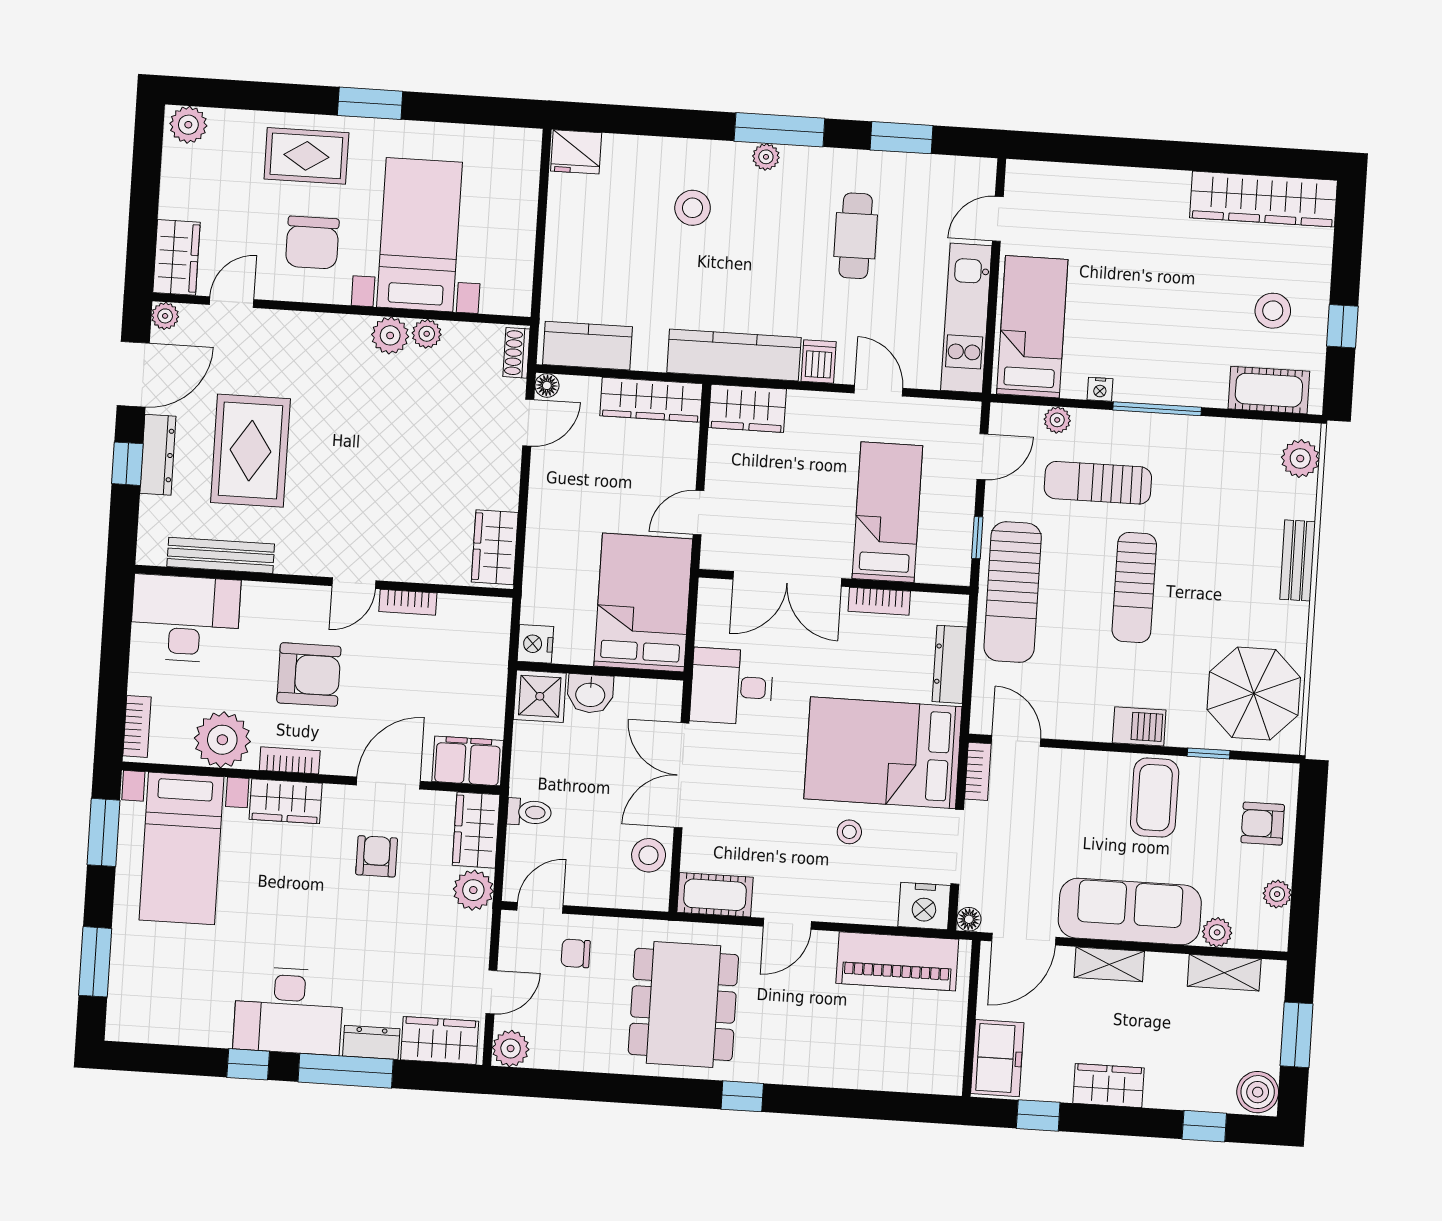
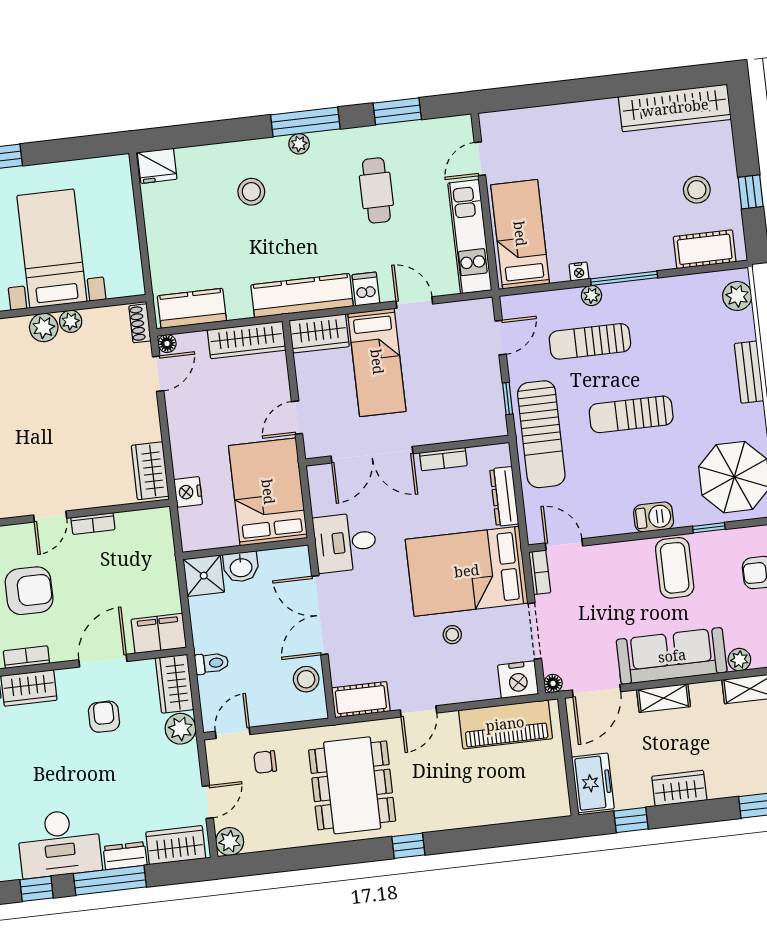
plant: (1057, 420) -> (591, 295), moved
bed: (887, 512) -> (377, 362), moved, turned 180
sun lounger: (1134, 587) -> (631, 414), turned 90
nightstand: (535, 644) -> (188, 492), moved

